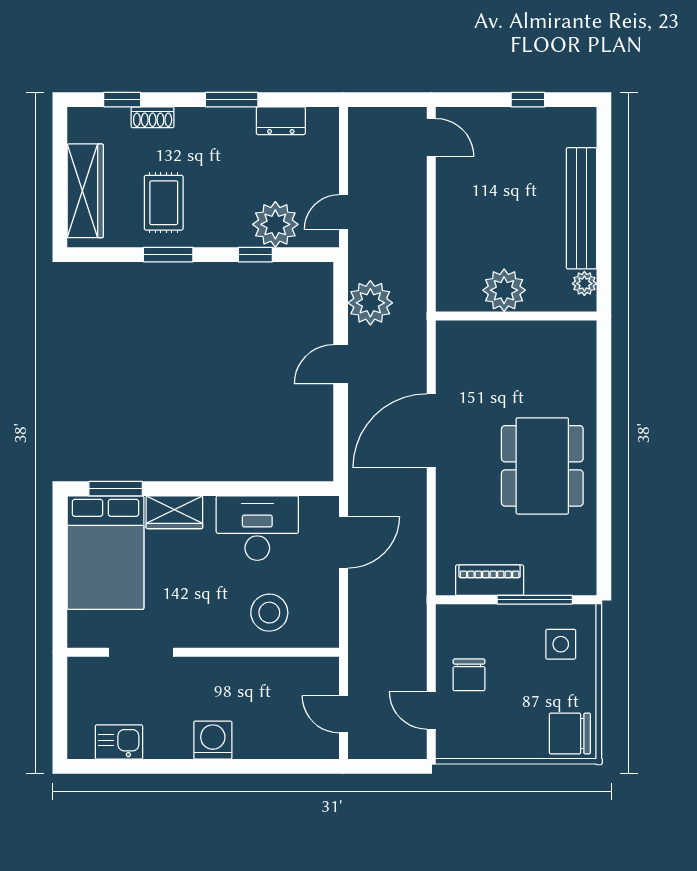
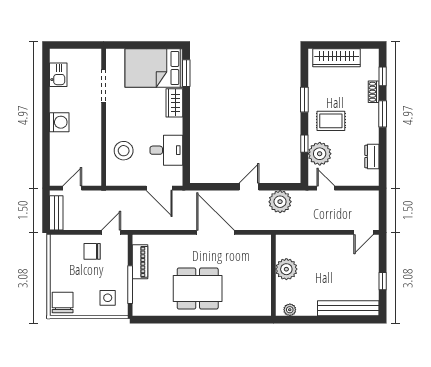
window: (232, 100) -> (383, 114), moved
rug: (164, 203) -> (331, 121), moved
bench: (581, 208) -> (348, 308), moved
door: (341, 364) -> (249, 187), hinge flipped
desk: (257, 528) -> (166, 150), width x0.73
door: (431, 710) -> (111, 232), moved
bench: (393, 746) -> (56, 213), added

